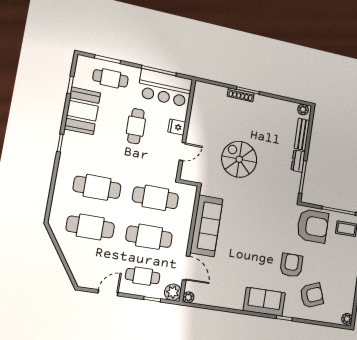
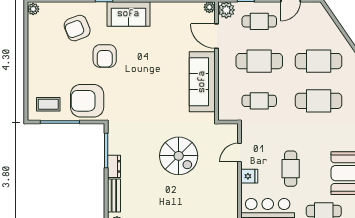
cafe table: (155, 198) -> (259, 101), width x0.73, depth x0.74

